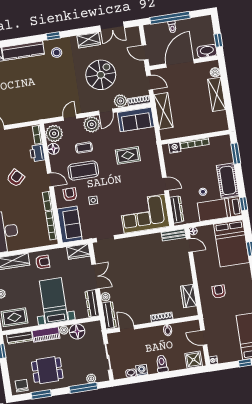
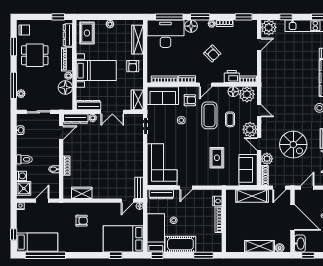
dining table: (47, 370) -> (35, 55), turned 90
washing machine: (142, 370) -> (22, 176), moved

